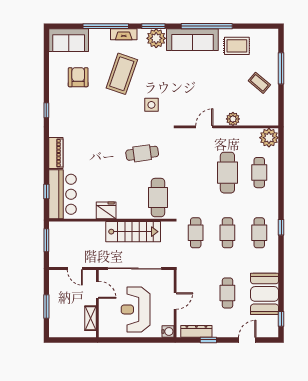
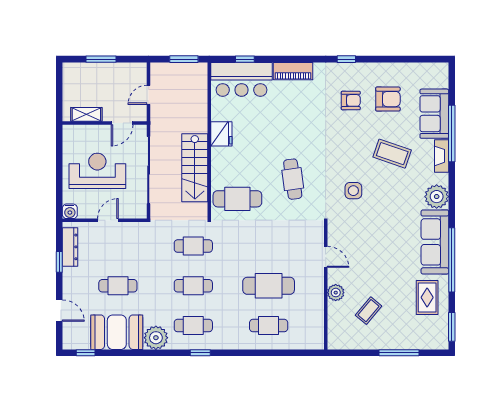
window: (153, 26) -> (452, 327), moved
sofa: (69, 40) -> (434, 114), moved
coffee table: (122, 74) -> (392, 154), width x0.73, depth x0.76
coffee table: (259, 83) -> (369, 311), moved
armchair: (79, 107) -> (351, 100), added
plant: (269, 138) -> (156, 338), moved
door: (175, 301) -> (108, 220), swing flipped

